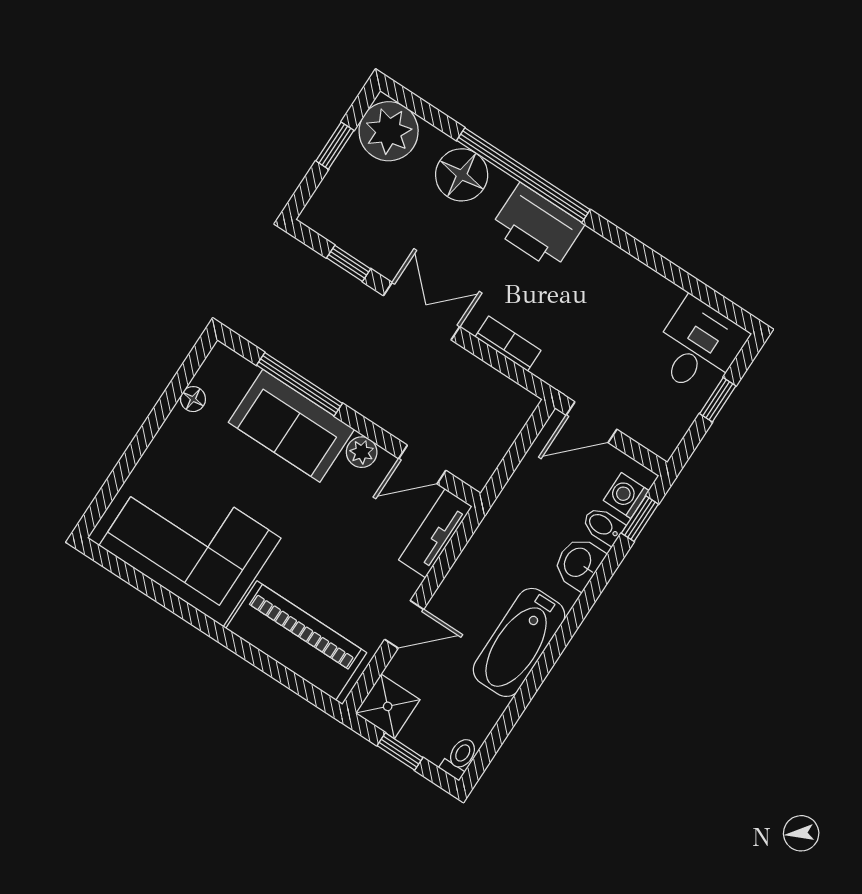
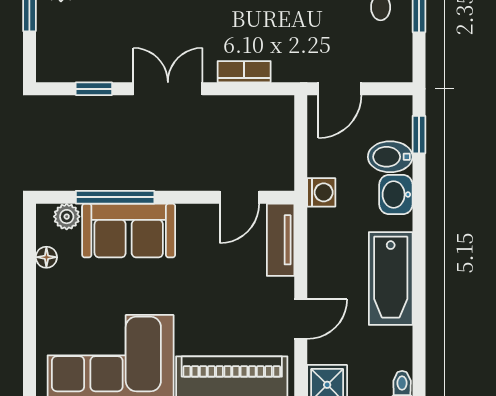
plant: (362, 452) -> (67, 217), moved
washing machine: (626, 496) -> (321, 192), moved, turned 180
bidet: (603, 526) -> (390, 157), width x1.38, depth x1.36

